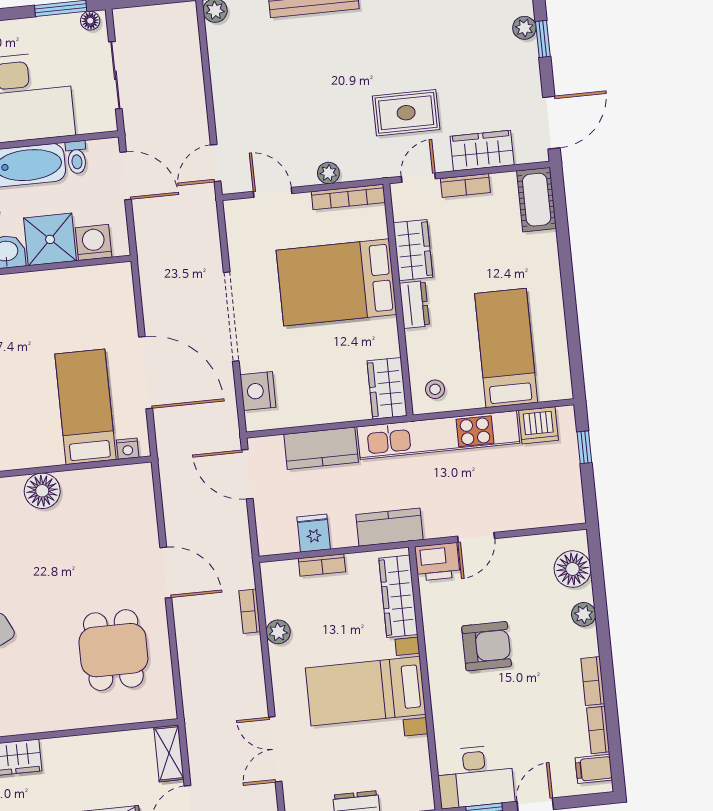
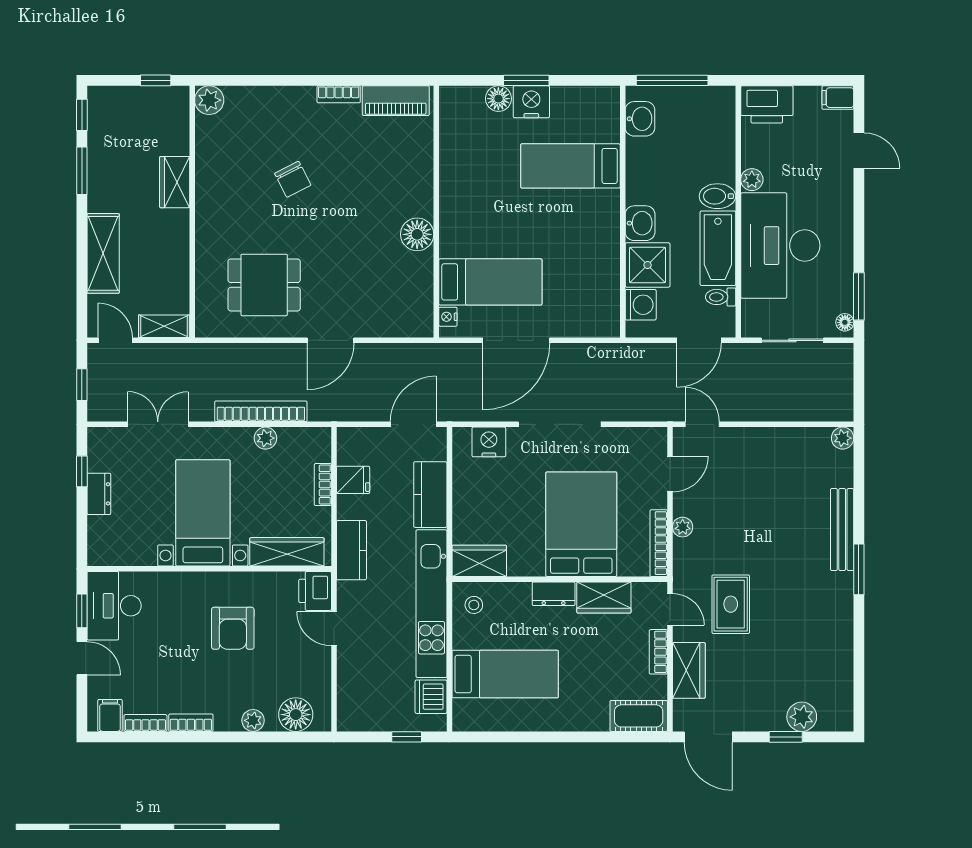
plant: (524, 28) -> (802, 717), width x1.38, depth x1.38
bookcase: (250, 611) -> (261, 411), width x2.31, depth x1.31

